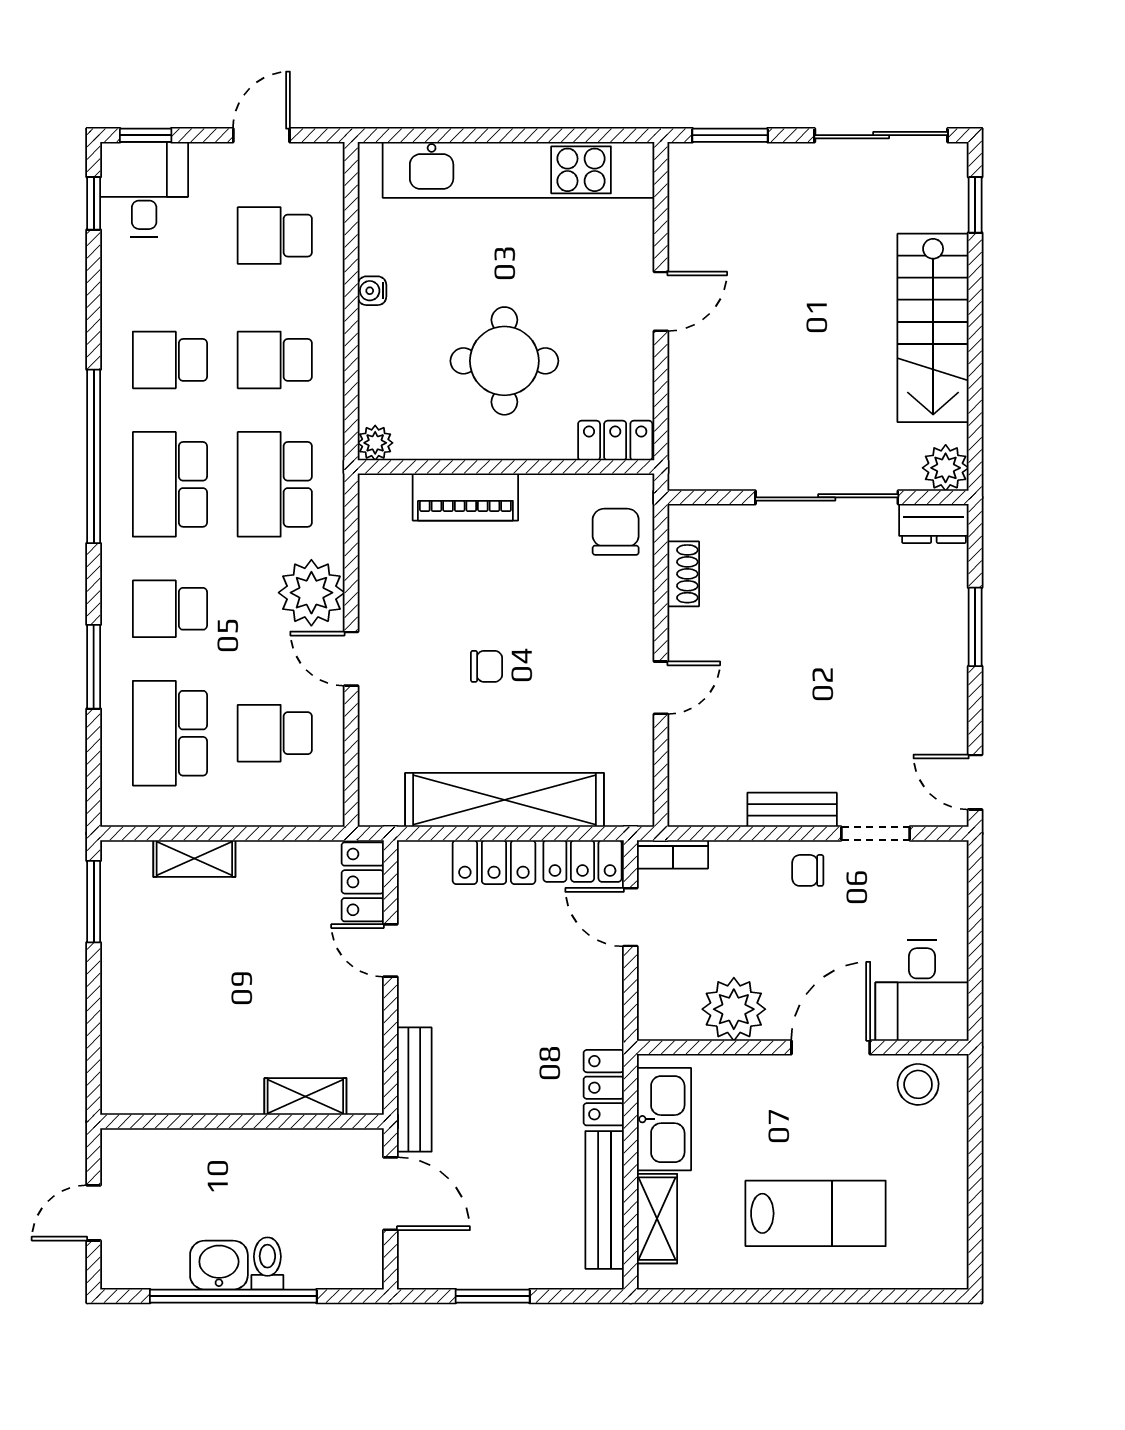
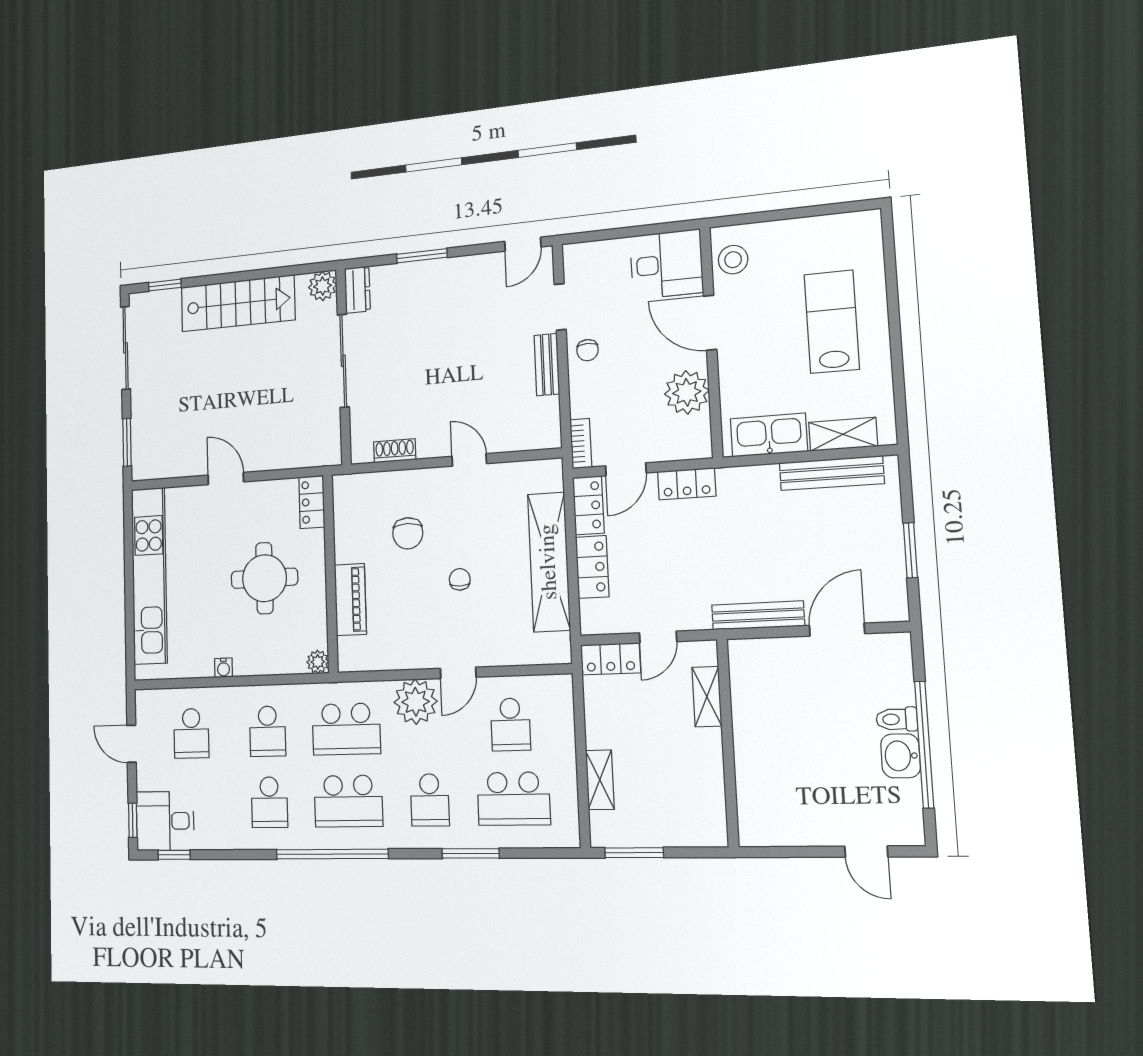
chair: (616, 532) -> (408, 533), moved, turned -90
locker: (604, 1088) -> (687, 484), moved
shelving: (305, 1097) -> (707, 697), moved
wall: (242, 1122) -> (728, 742), moved

